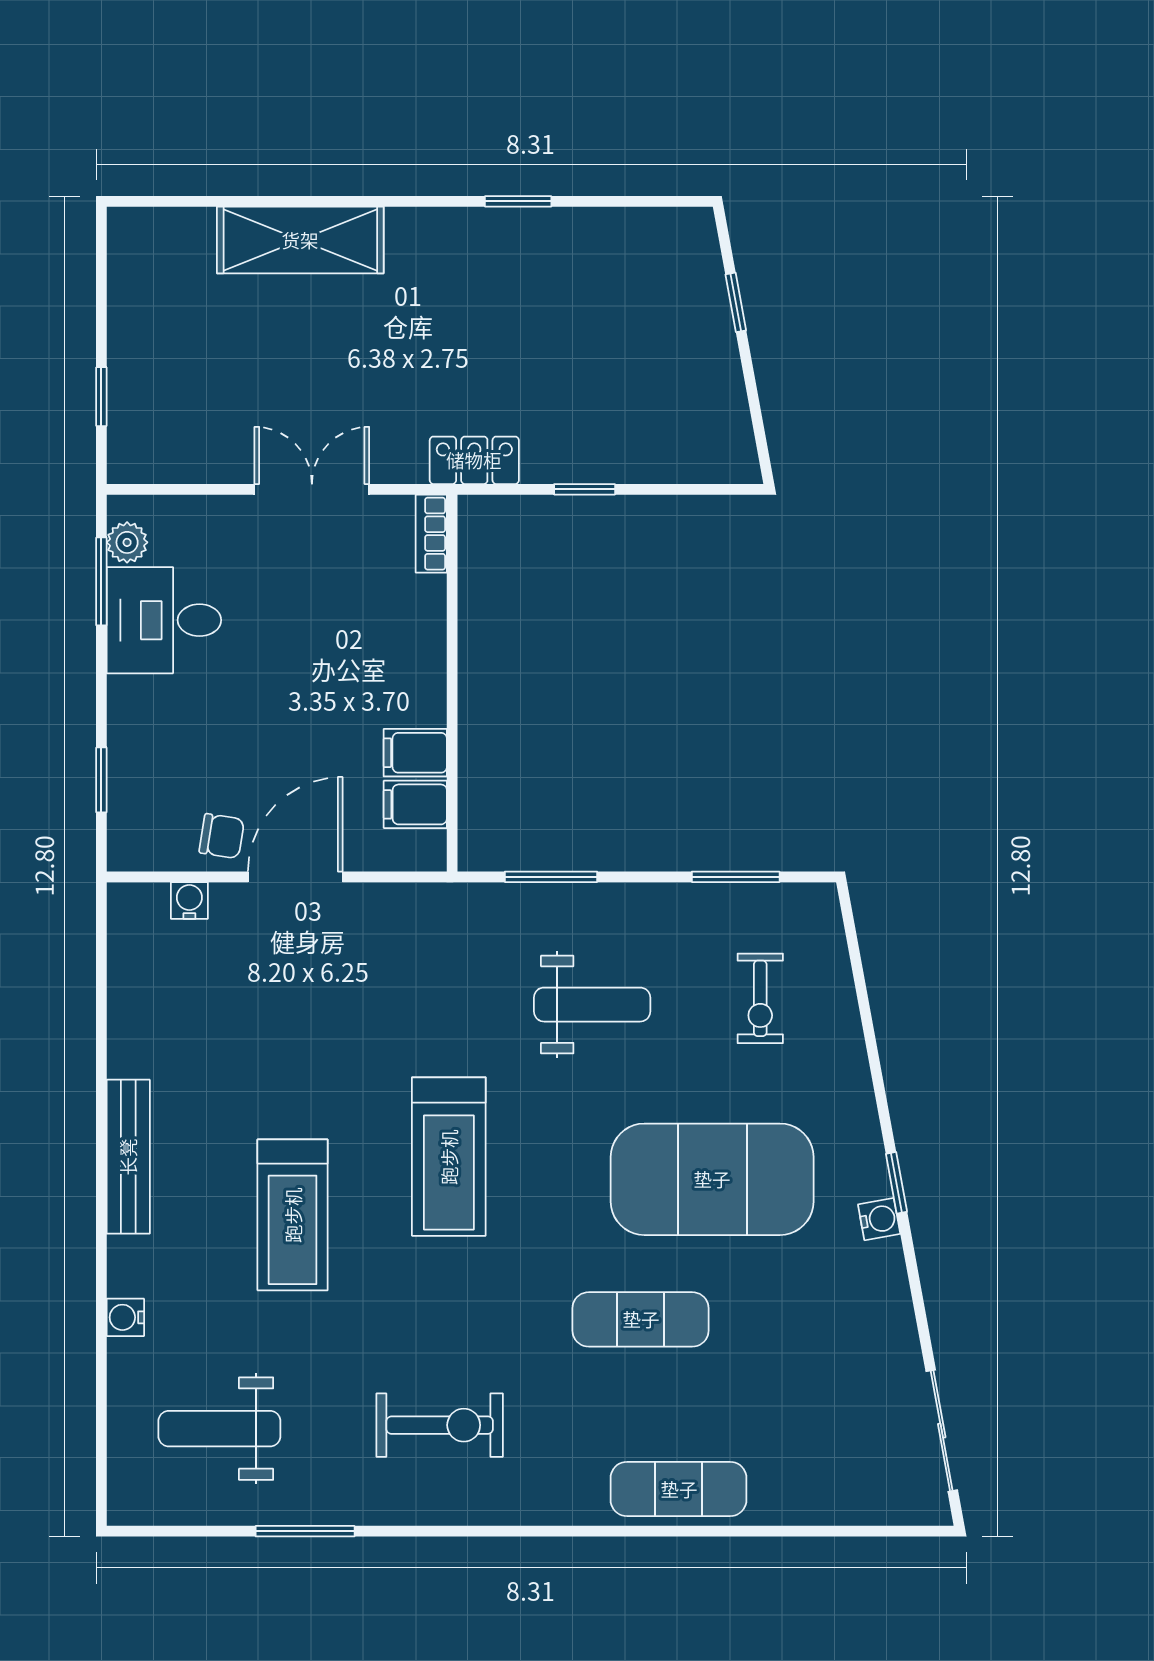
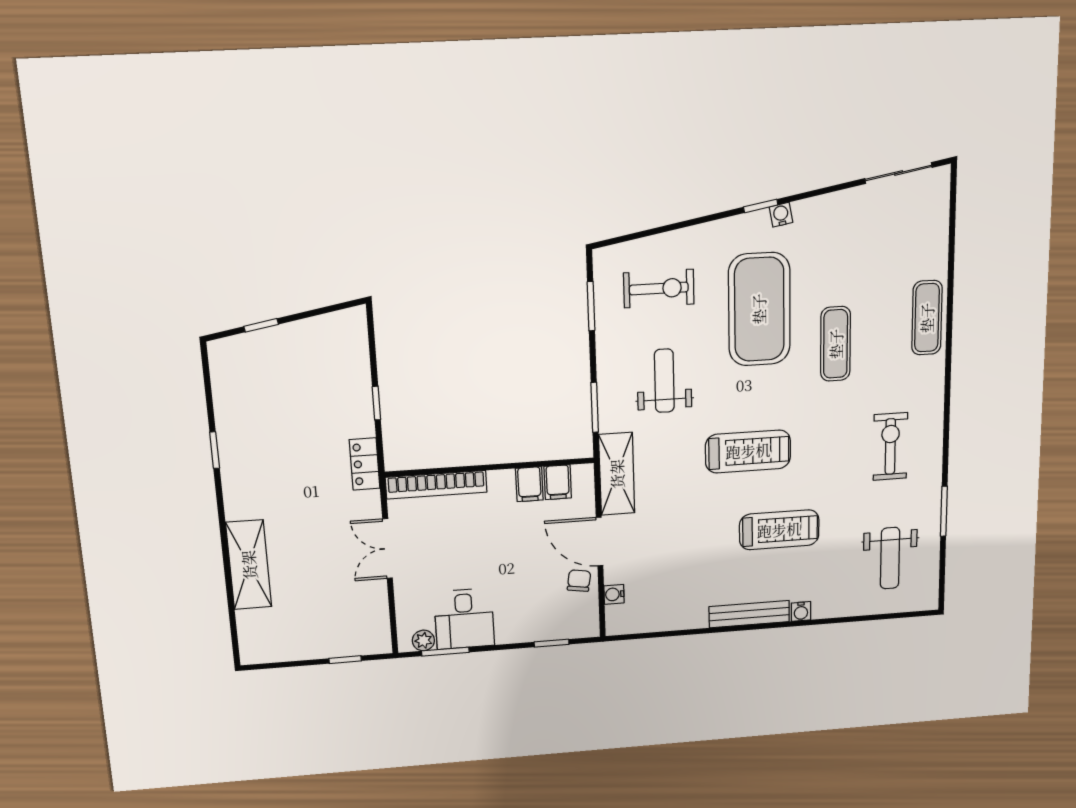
bookcase: (431, 534) -> (436, 485), width x2.31, depth x1.31
shelving: (423, 913) -> (617, 474), added
exercise bike: (760, 998) -> (659, 289), width x1.38, depth x1.39
water cooler: (125, 1317) -> (801, 611), moved

